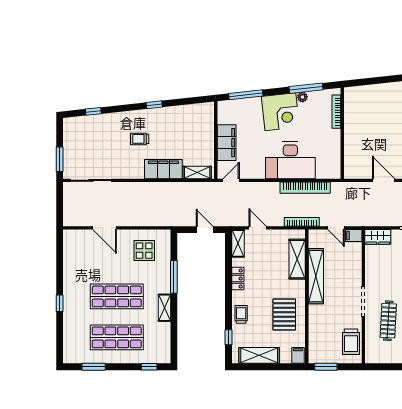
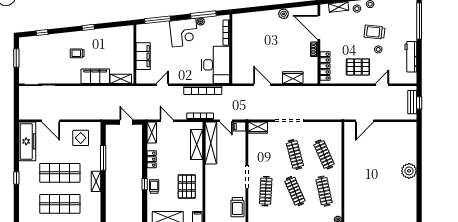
window: (60, 159) -> (16, 58), moved
desk: (290, 160) -> (216, 65), moved, turned -90
door: (231, 180) -> (162, 85), moved
freezer: (74, 255) -> (27, 141), added
shelving: (316, 276) -> (211, 143), moved
window: (228, 337) -> (145, 184), moved

